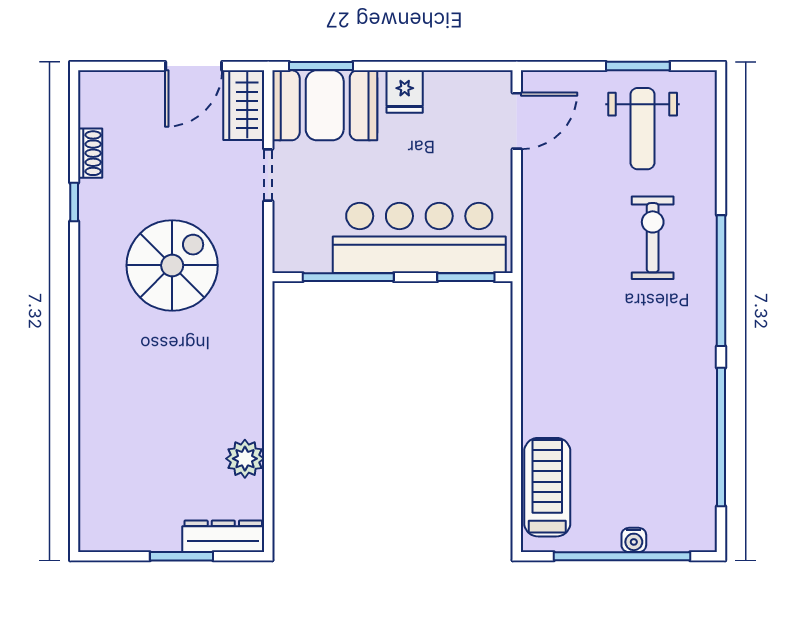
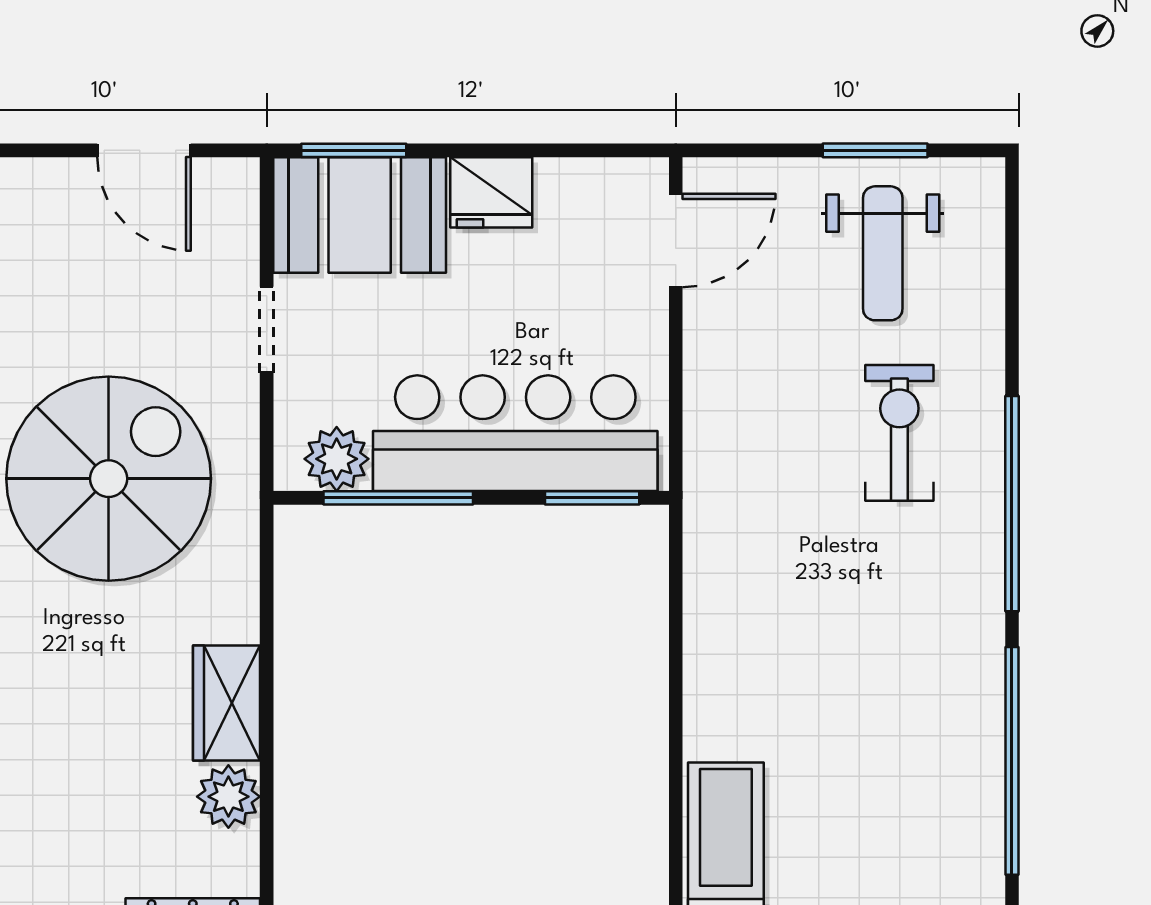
door: (194, 66) -> (144, 150), hinge flipped
fridge: (405, 92) -> (491, 192), width x1.38
wardrobe: (244, 105) -> (227, 703), moved
plant: (311, 254) -> (337, 459), added
spiral stairs: (172, 265) -> (109, 479), width x1.37, depth x1.37

